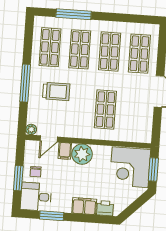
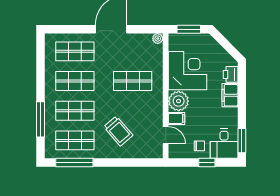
window: (25, 83) -> (74, 163), moved
trolley: (56, 91) -> (118, 131), turned 139
plant: (31, 129) -> (158, 39), moved
corner desk: (130, 167) -> (188, 71), moved, turned -90
window: (18, 178) -> (207, 163), width x0.67
window: (52, 216) -> (242, 141), moved

